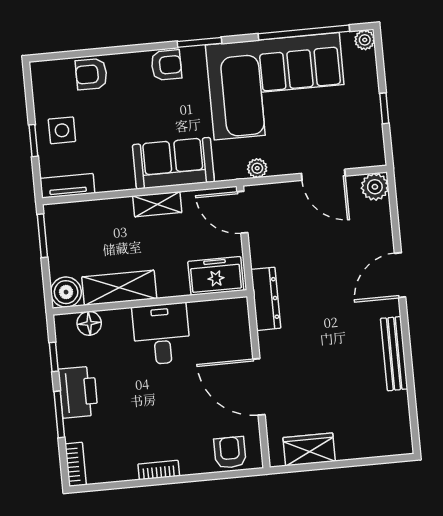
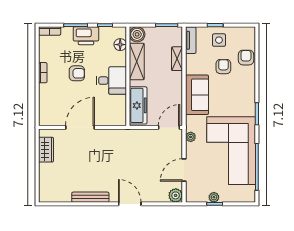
plant: (365, 40) -> (214, 197), moved
armchair: (166, 65) -> (223, 67), moved, turned 180
shelving: (157, 204) -> (177, 59), moved
freezer: (216, 276) -> (138, 105), width x1.40
dresser: (266, 299) -> (124, 135), removed
armchair: (230, 452) -> (77, 73), moved

